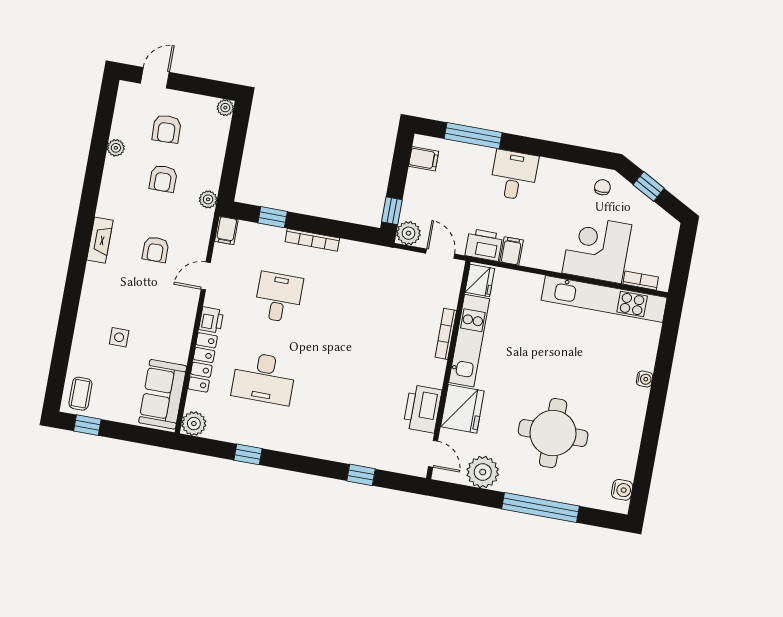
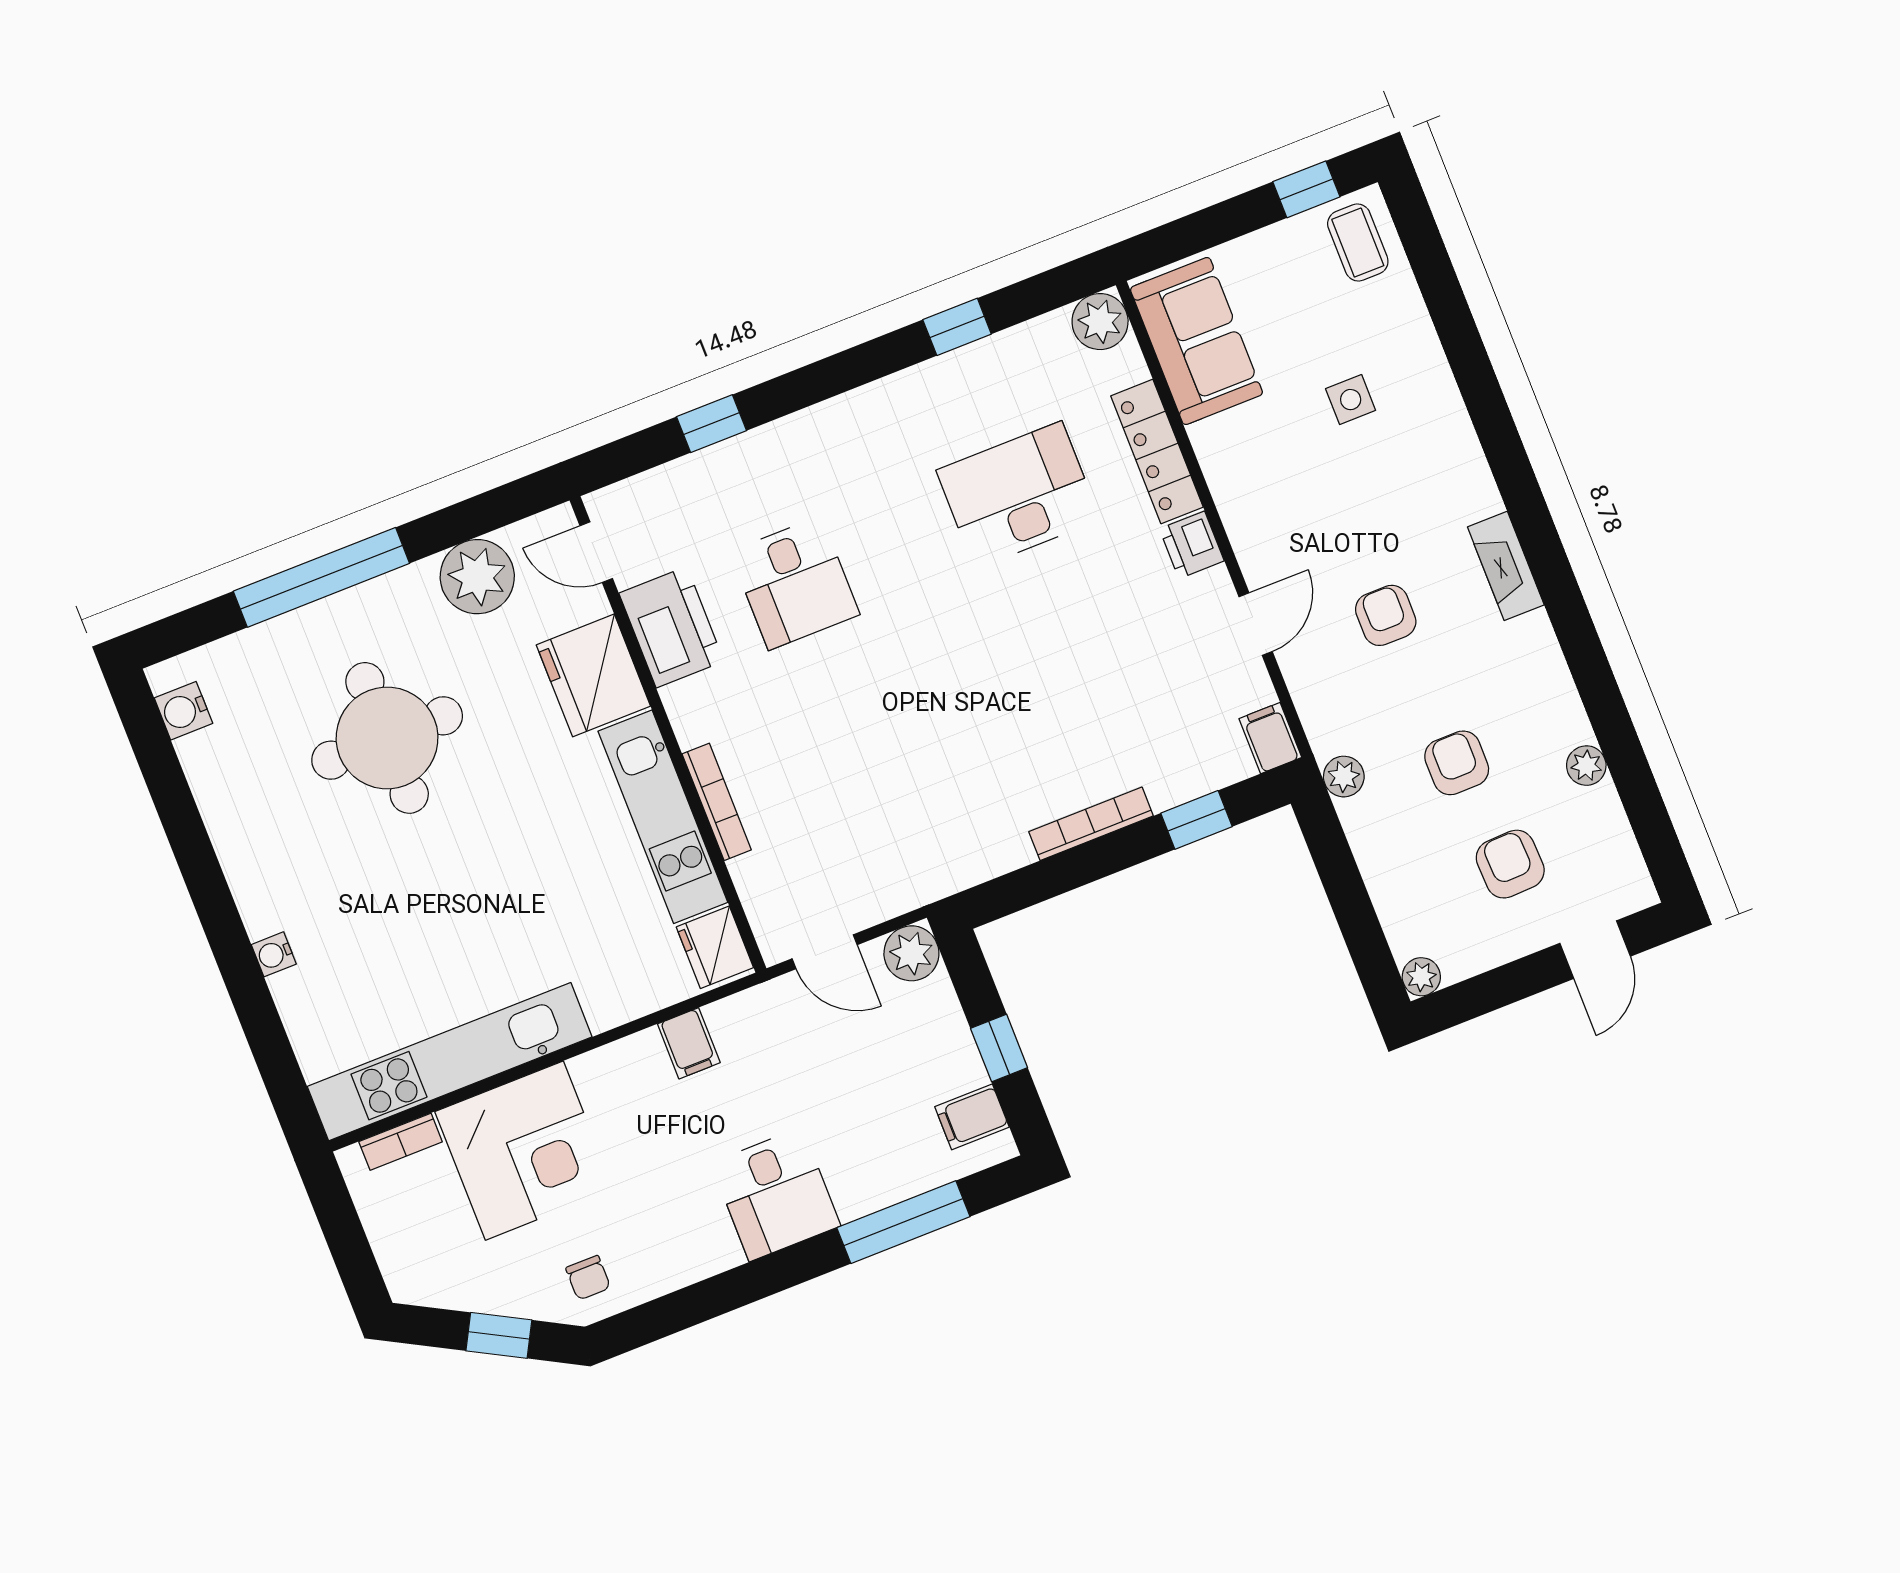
window: (392, 211) -> (999, 1048), moved
printer: (484, 245) -> (750, 1022), removed
desk: (279, 297) -> (795, 583), moved

